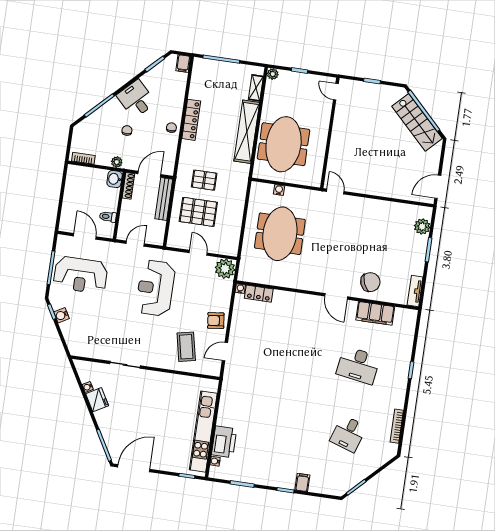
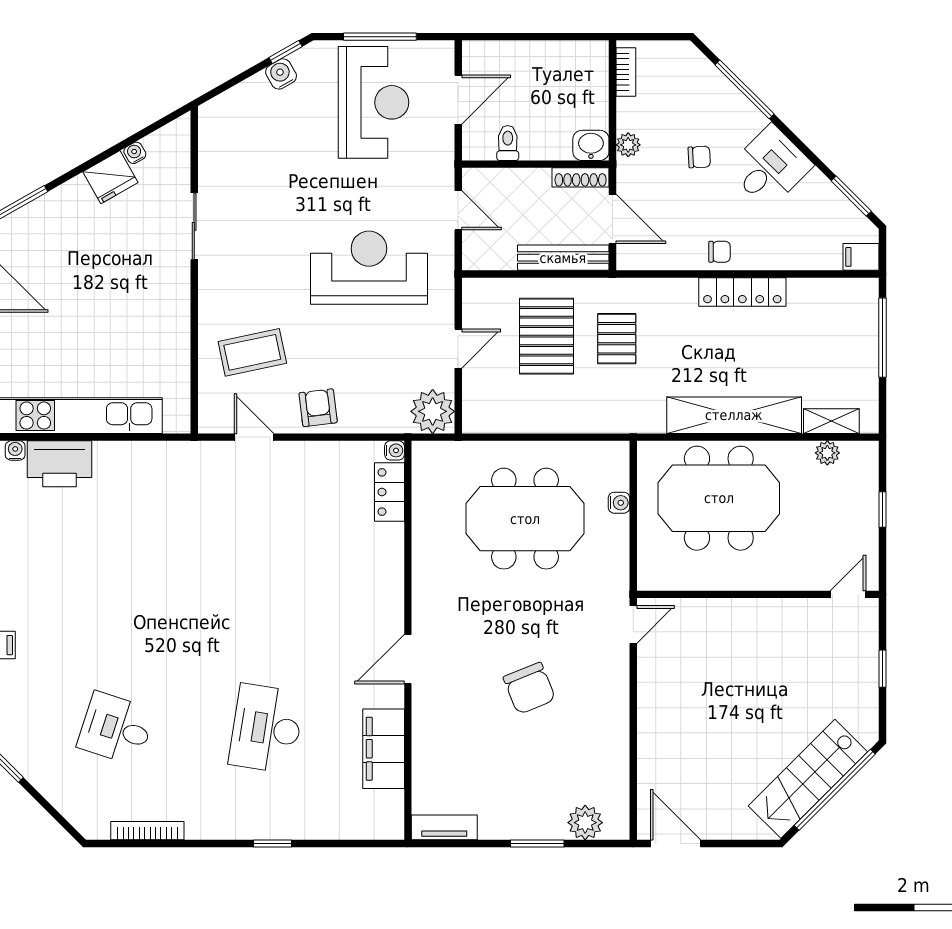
plant: (273, 74) -> (827, 453), moved
reception desk: (81, 275) -> (374, 102), turned 180
chair: (370, 282) -> (529, 688), moved

